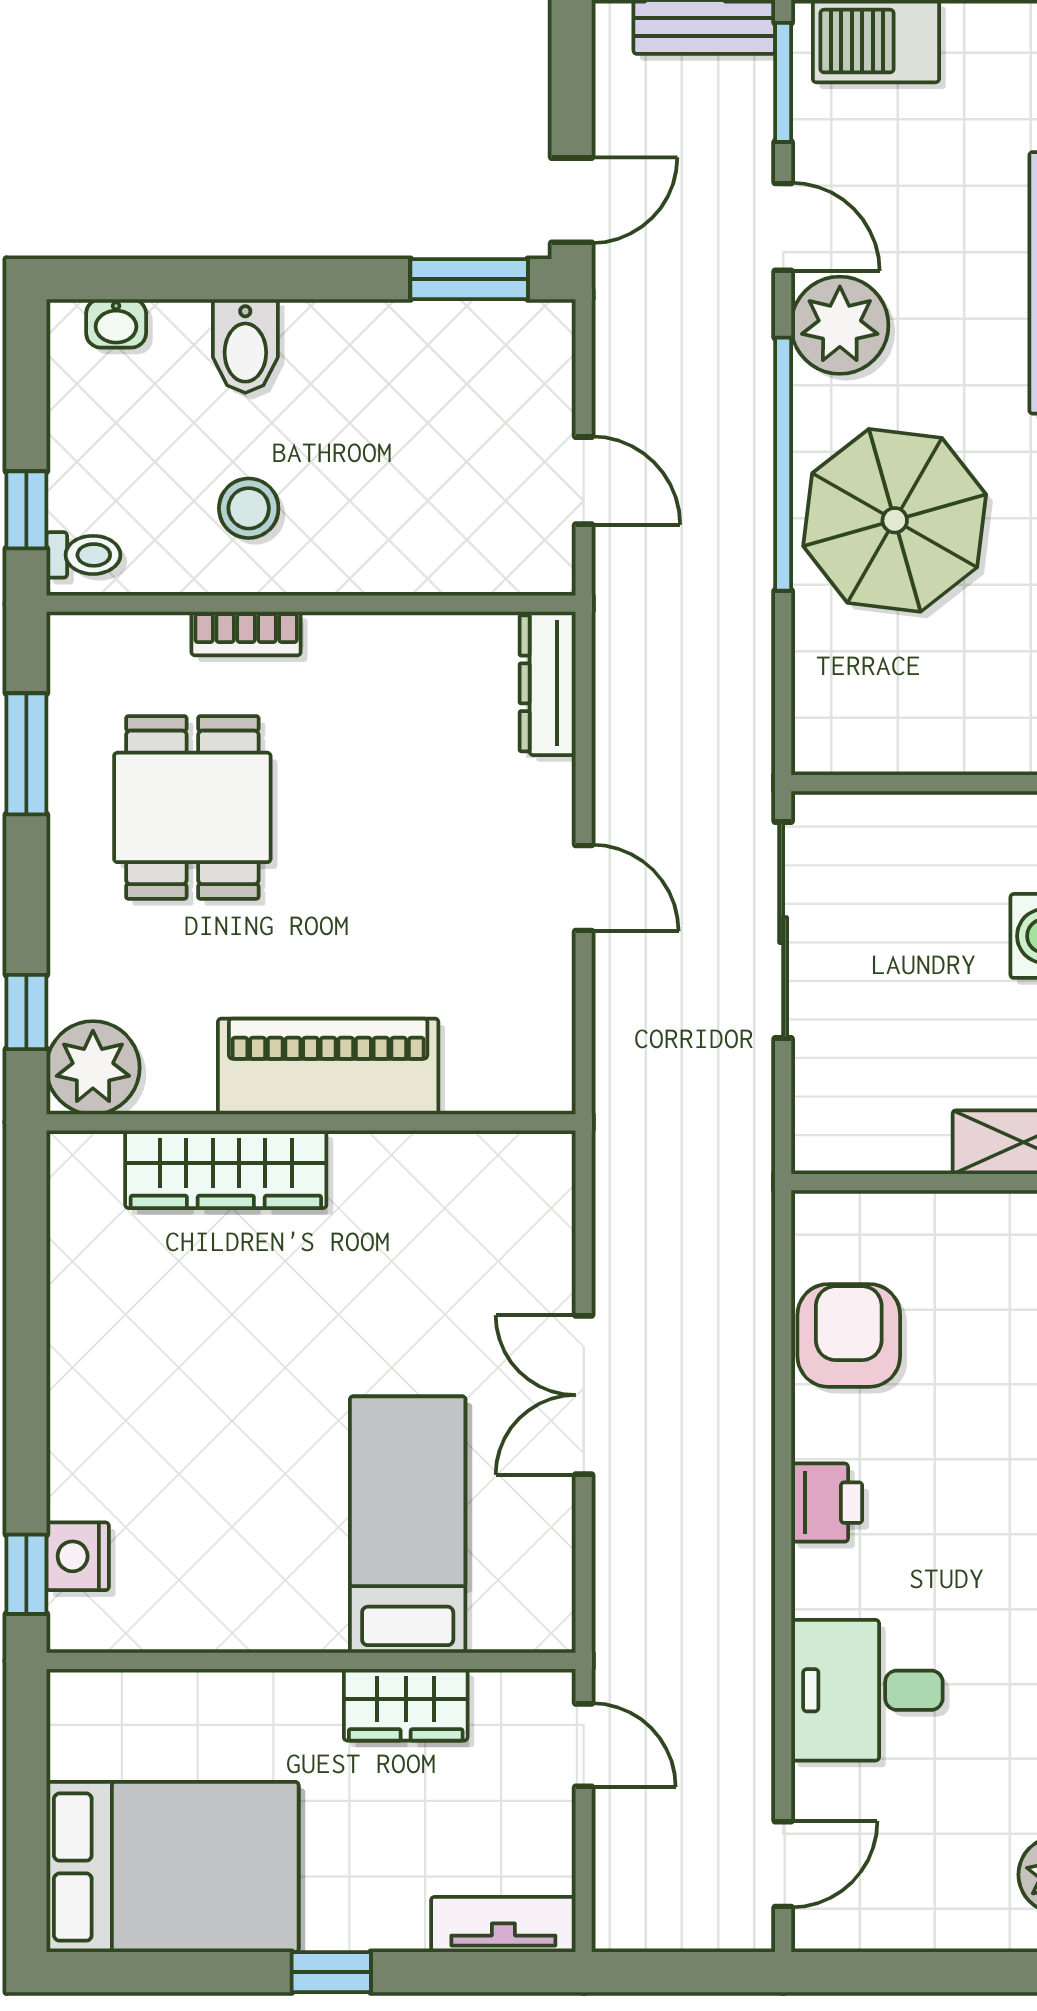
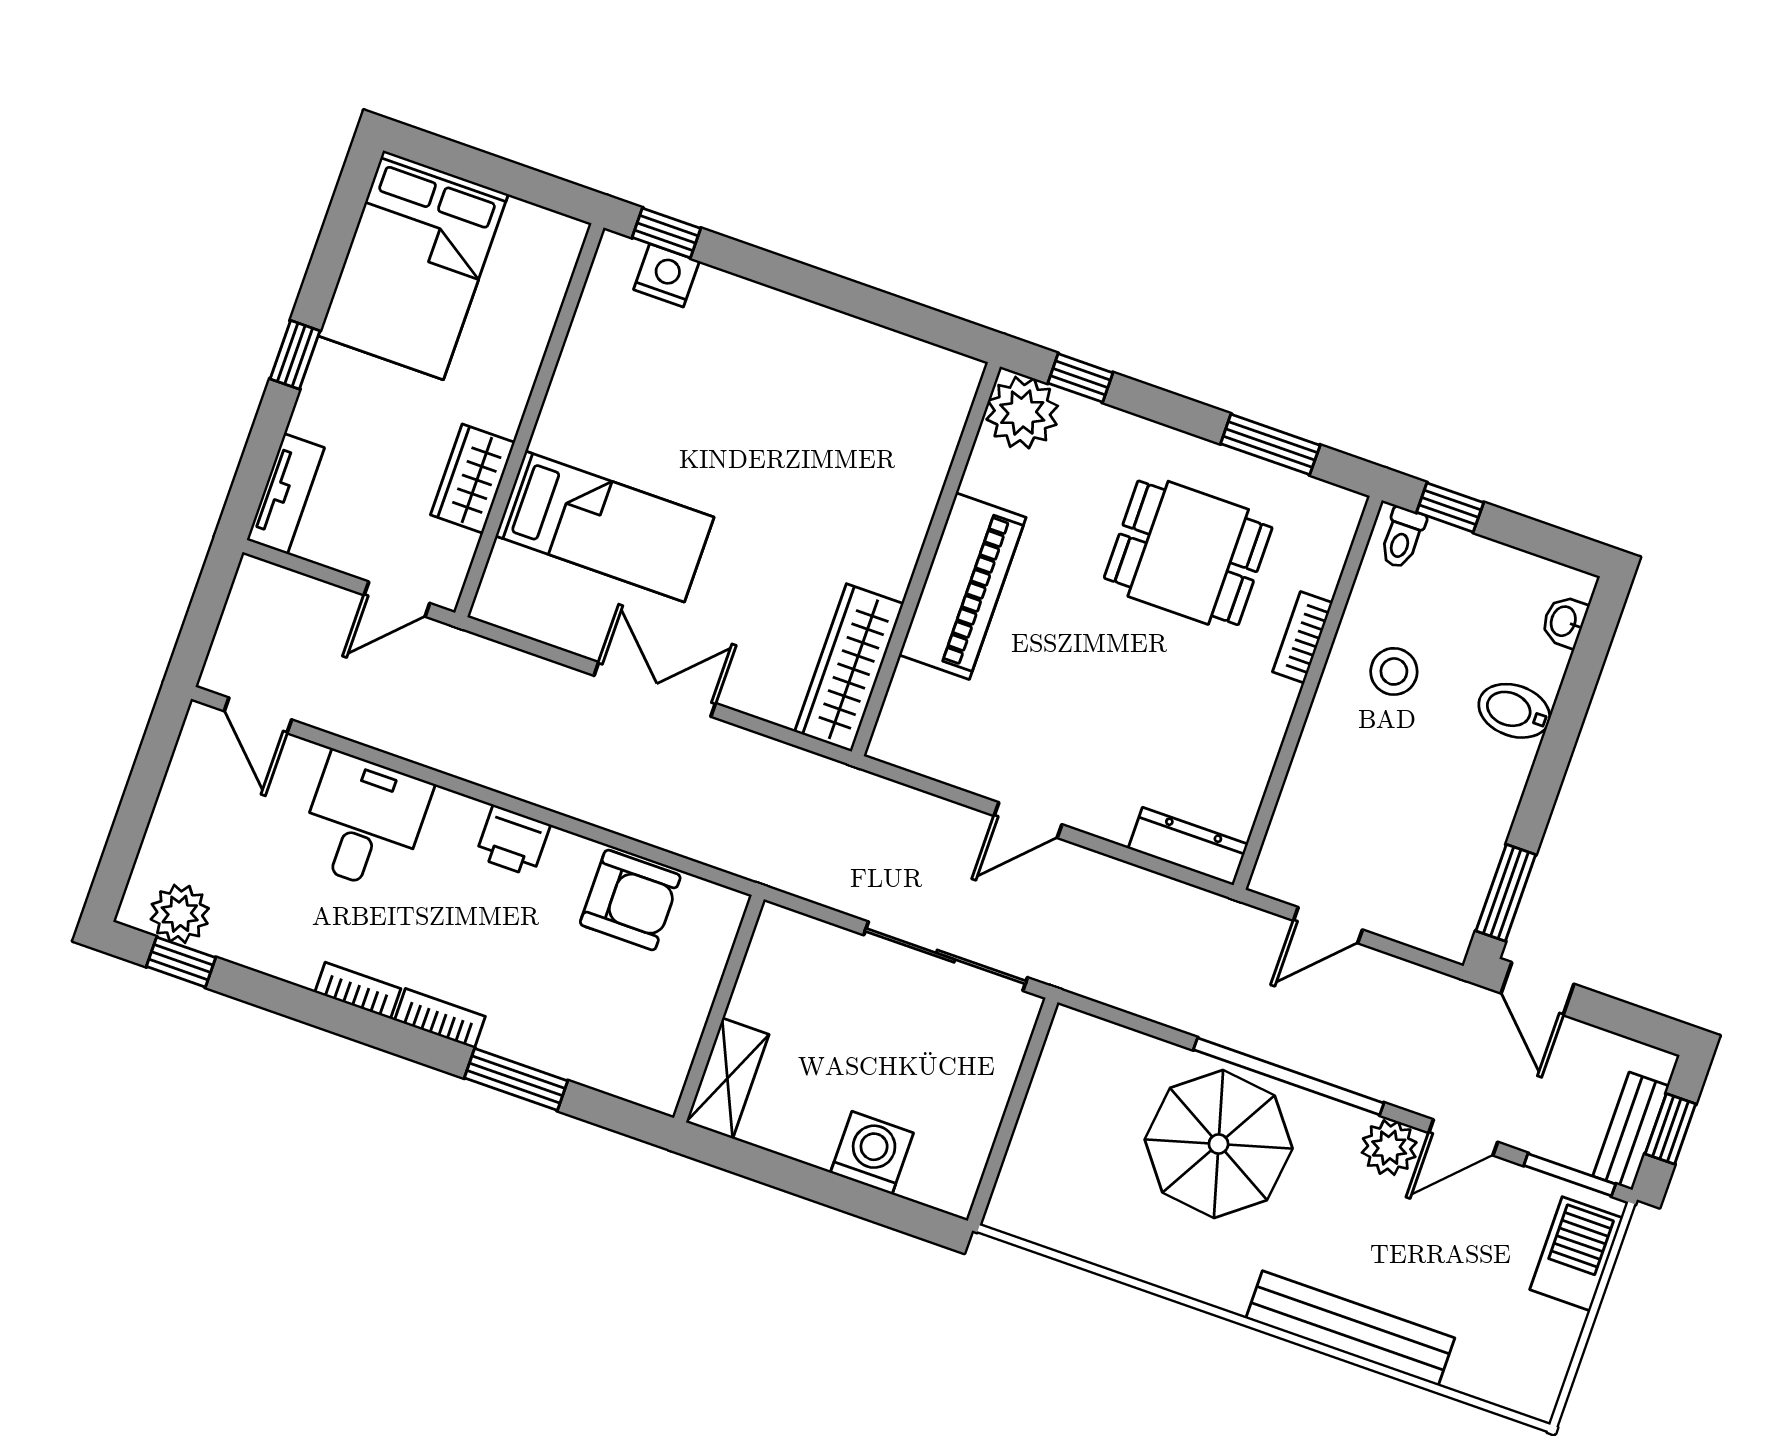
plant: (840, 325) -> (1389, 1148), width x0.73, depth x0.73
wardrobe: (226, 1169) -> (849, 668), moved

